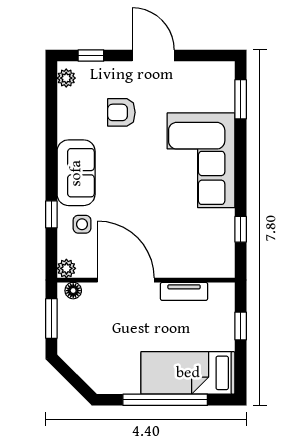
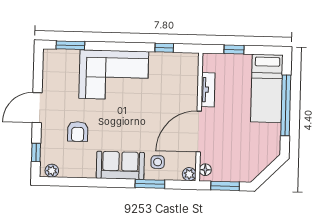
window: (51, 214) -> (150, 184), width x1.50

